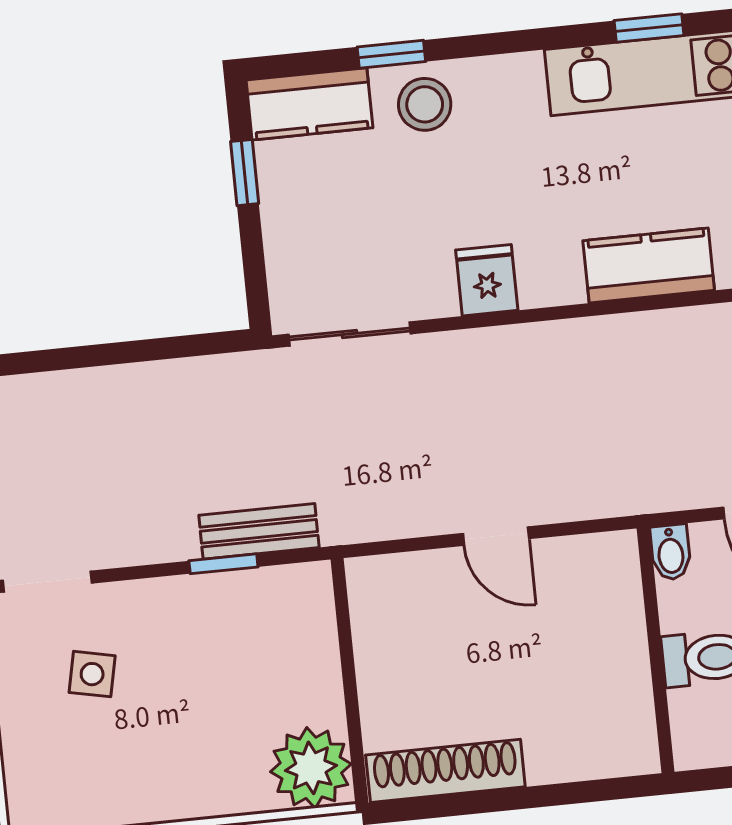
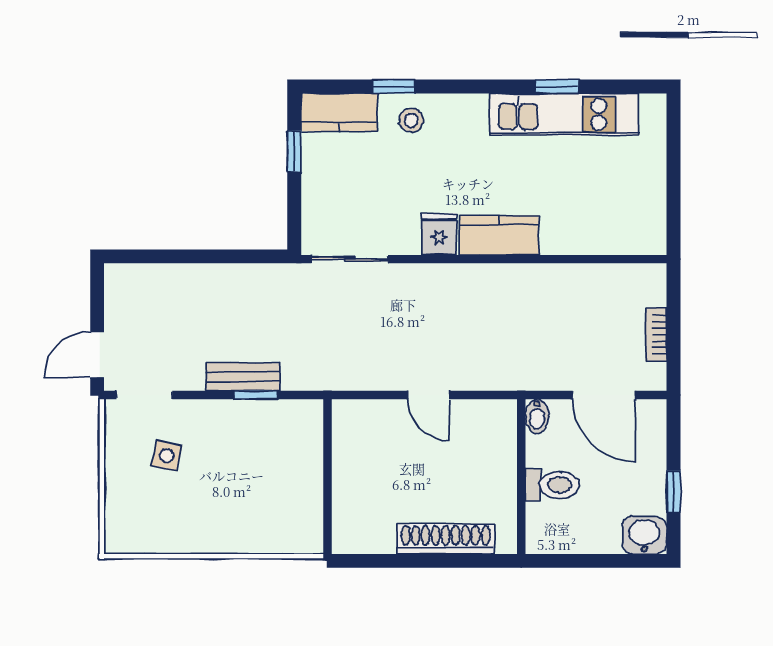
stool: (425, 104) -> (411, 120), width x0.73, depth x0.73
kitchen counter: (649, 266) -> (499, 235), moved
bench: (259, 531) -> (243, 377), moved
plant: (311, 768) -> (298, 529), removed
shoe rack: (445, 771) -> (446, 539), moved

